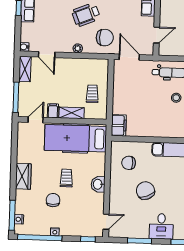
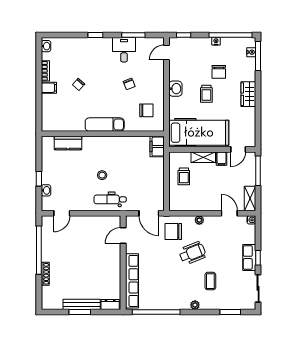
chair: (145, 191) -> (129, 84), width x0.54, depth x0.54
desk: (161, 226) -> (124, 50), moved

